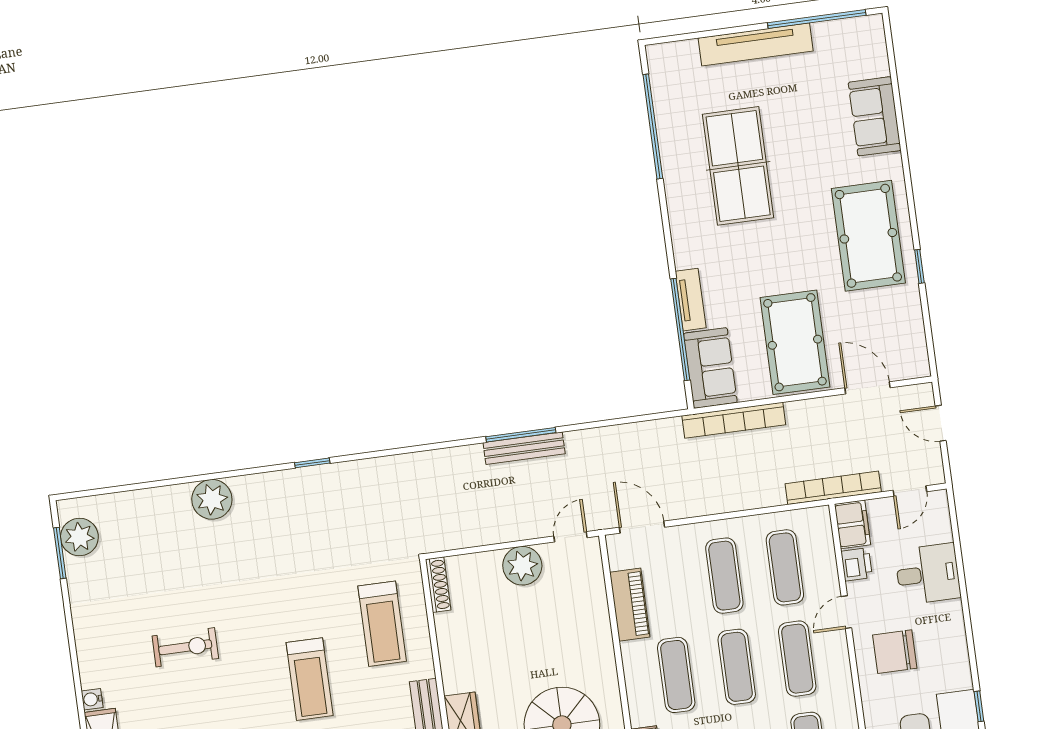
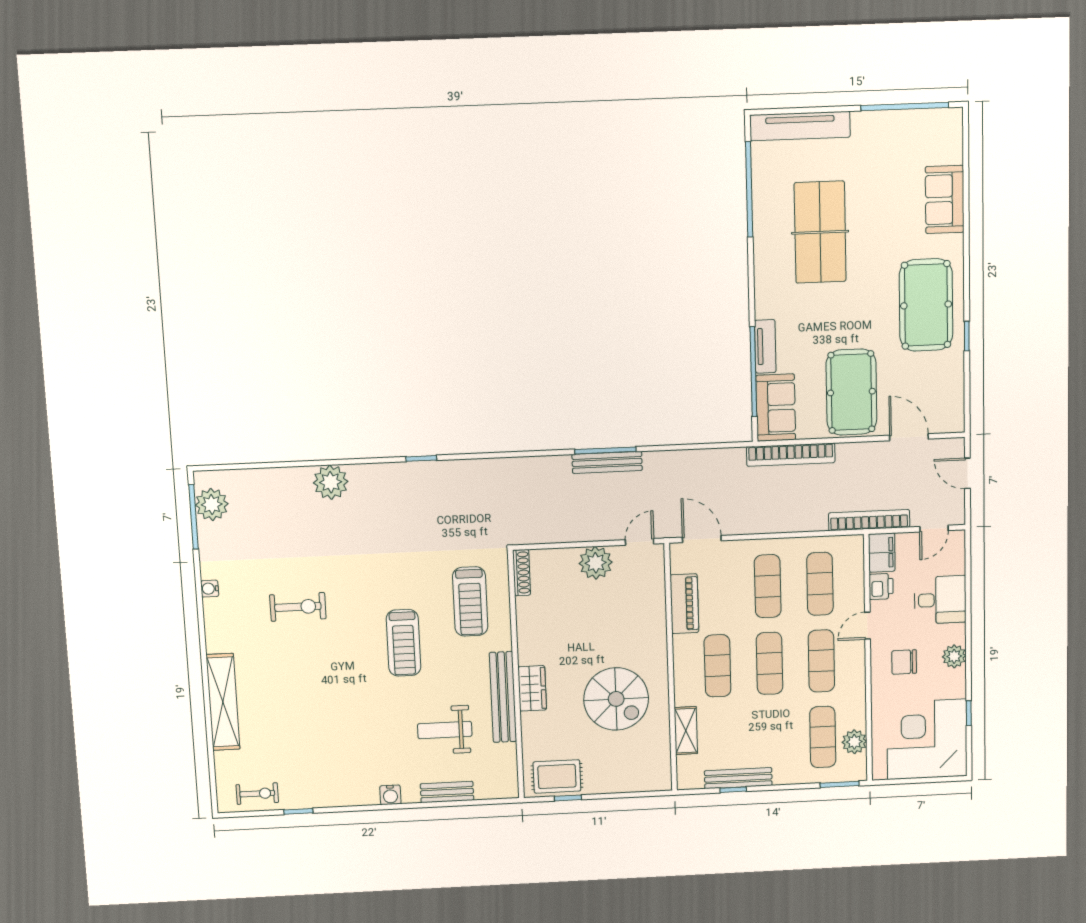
tv unit: (756, 44) -> (800, 126), moved
window: (60, 553) -> (194, 517), width x1.44
plant: (953, 640) -> (954, 656), added
chair: (895, 652) -> (904, 662), width x0.73, depth x0.73
water cooler: (92, 699) -> (210, 589), moved

